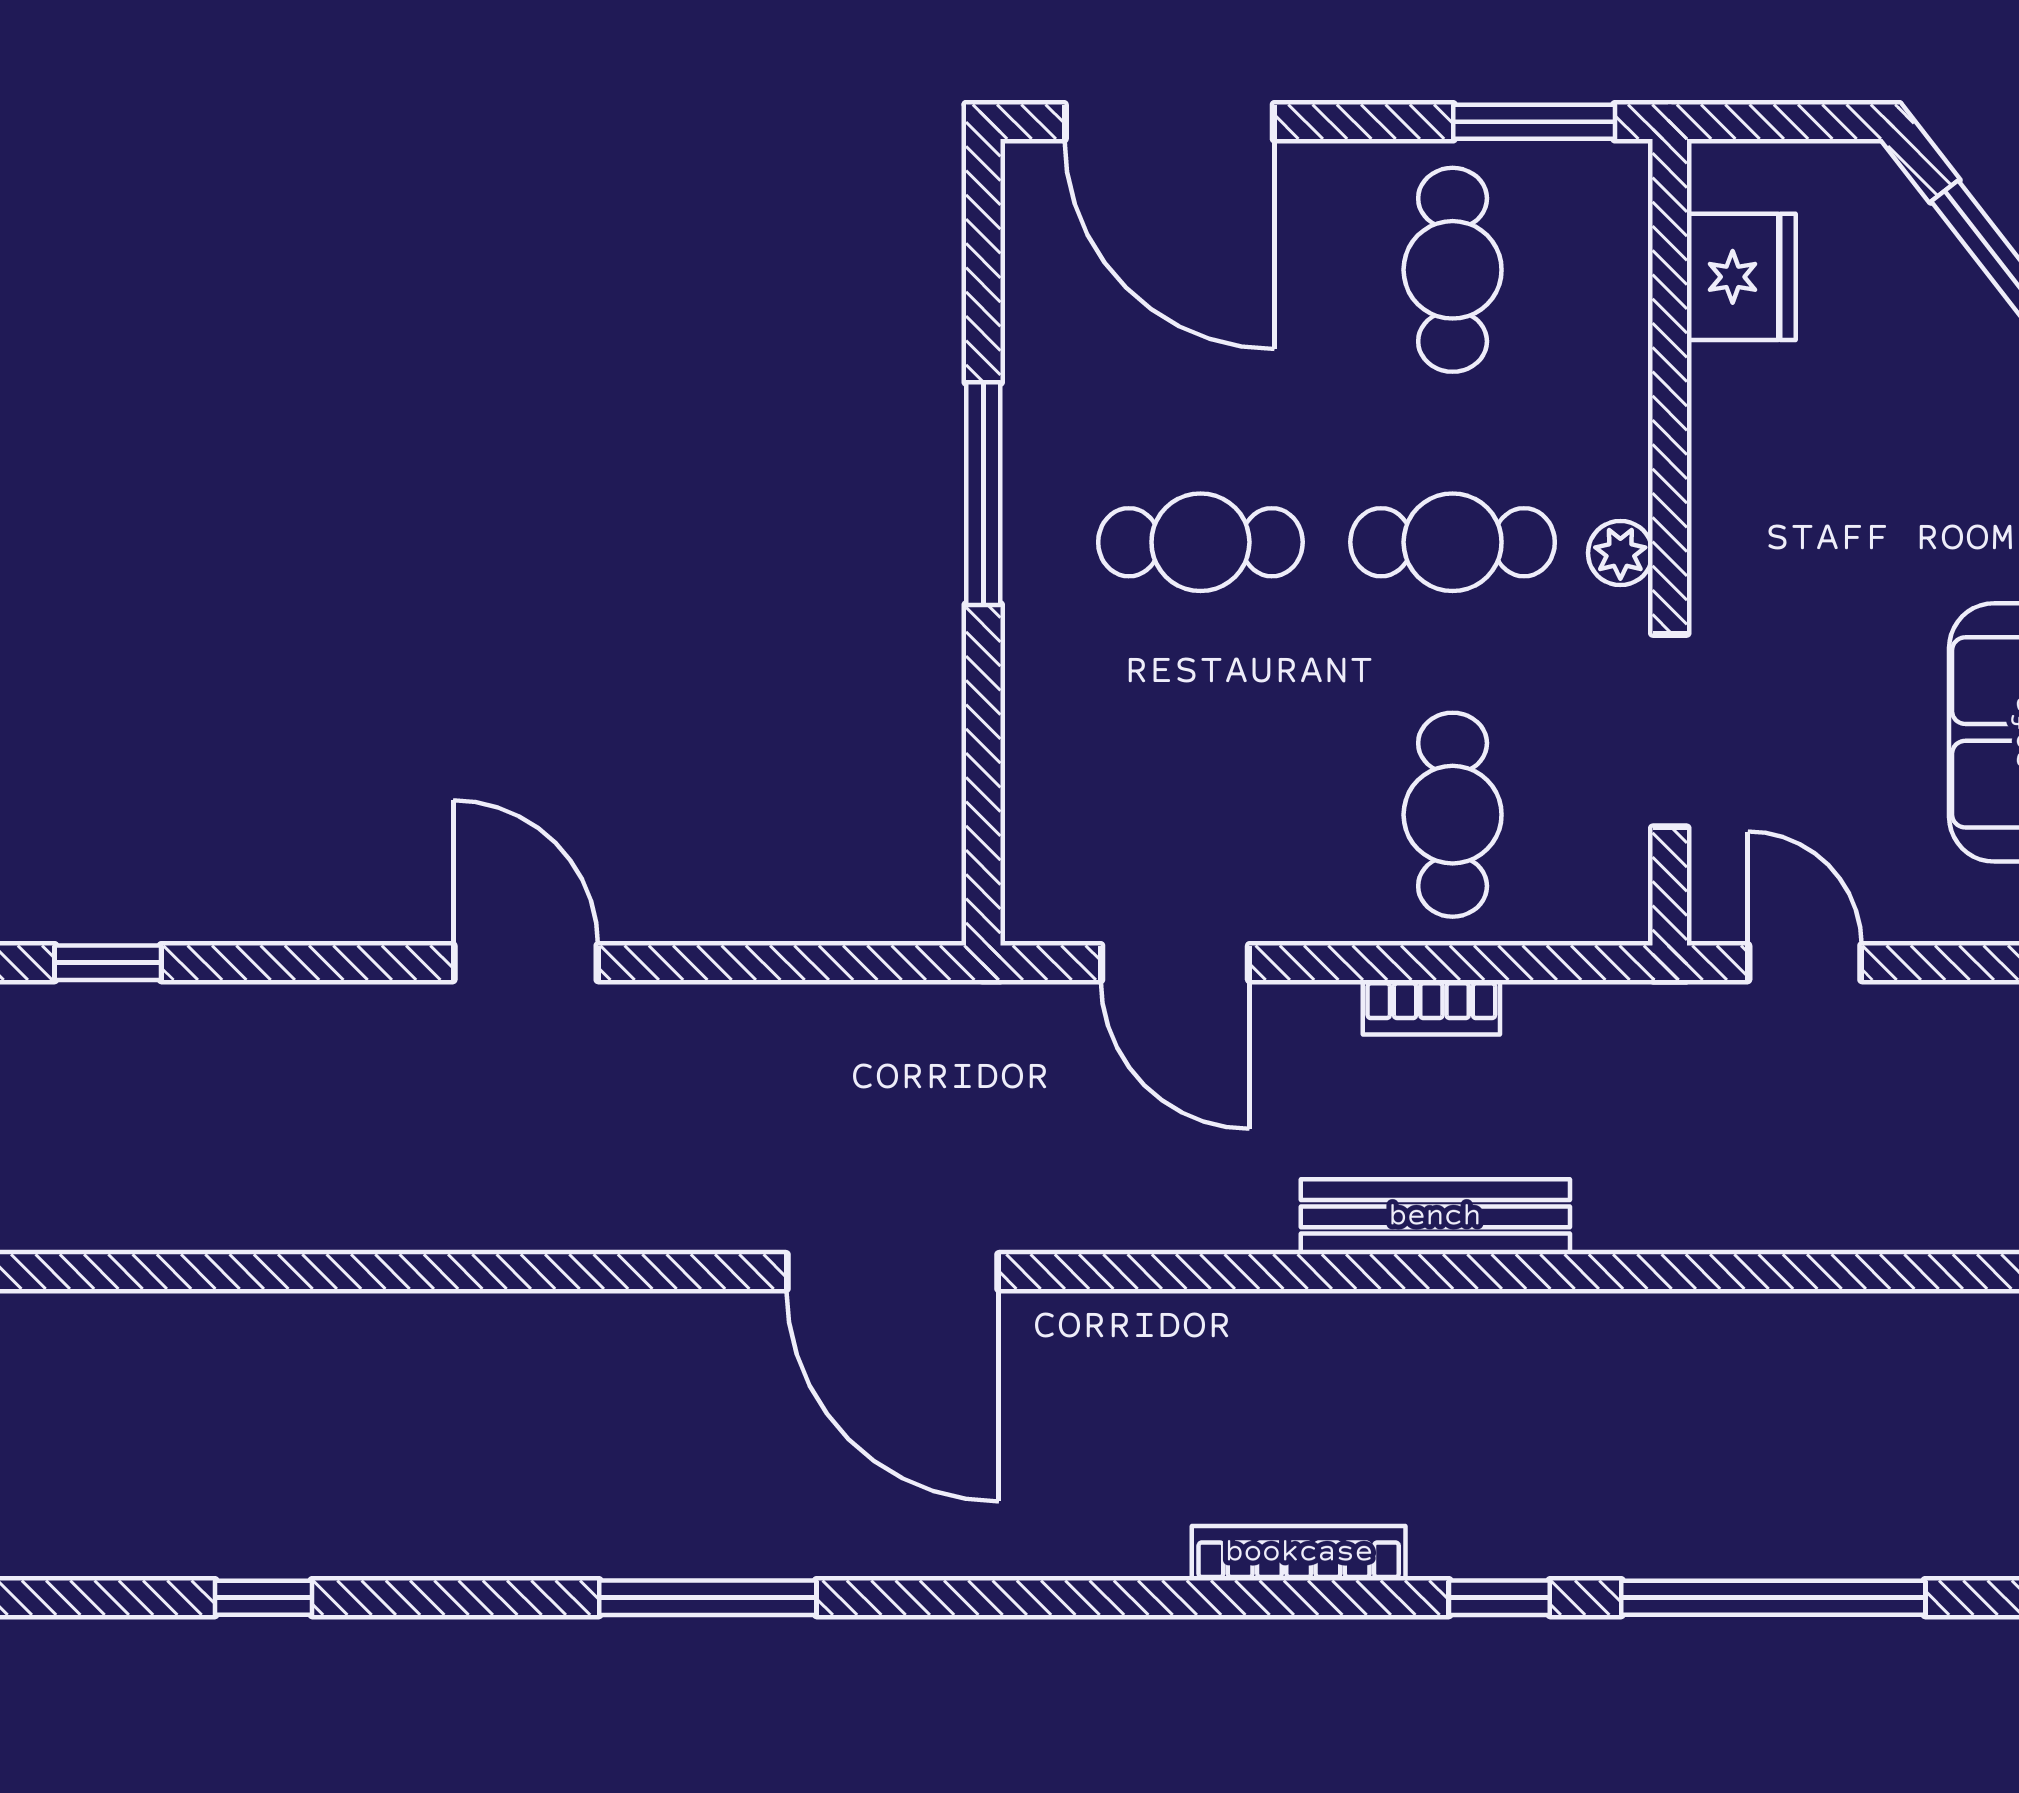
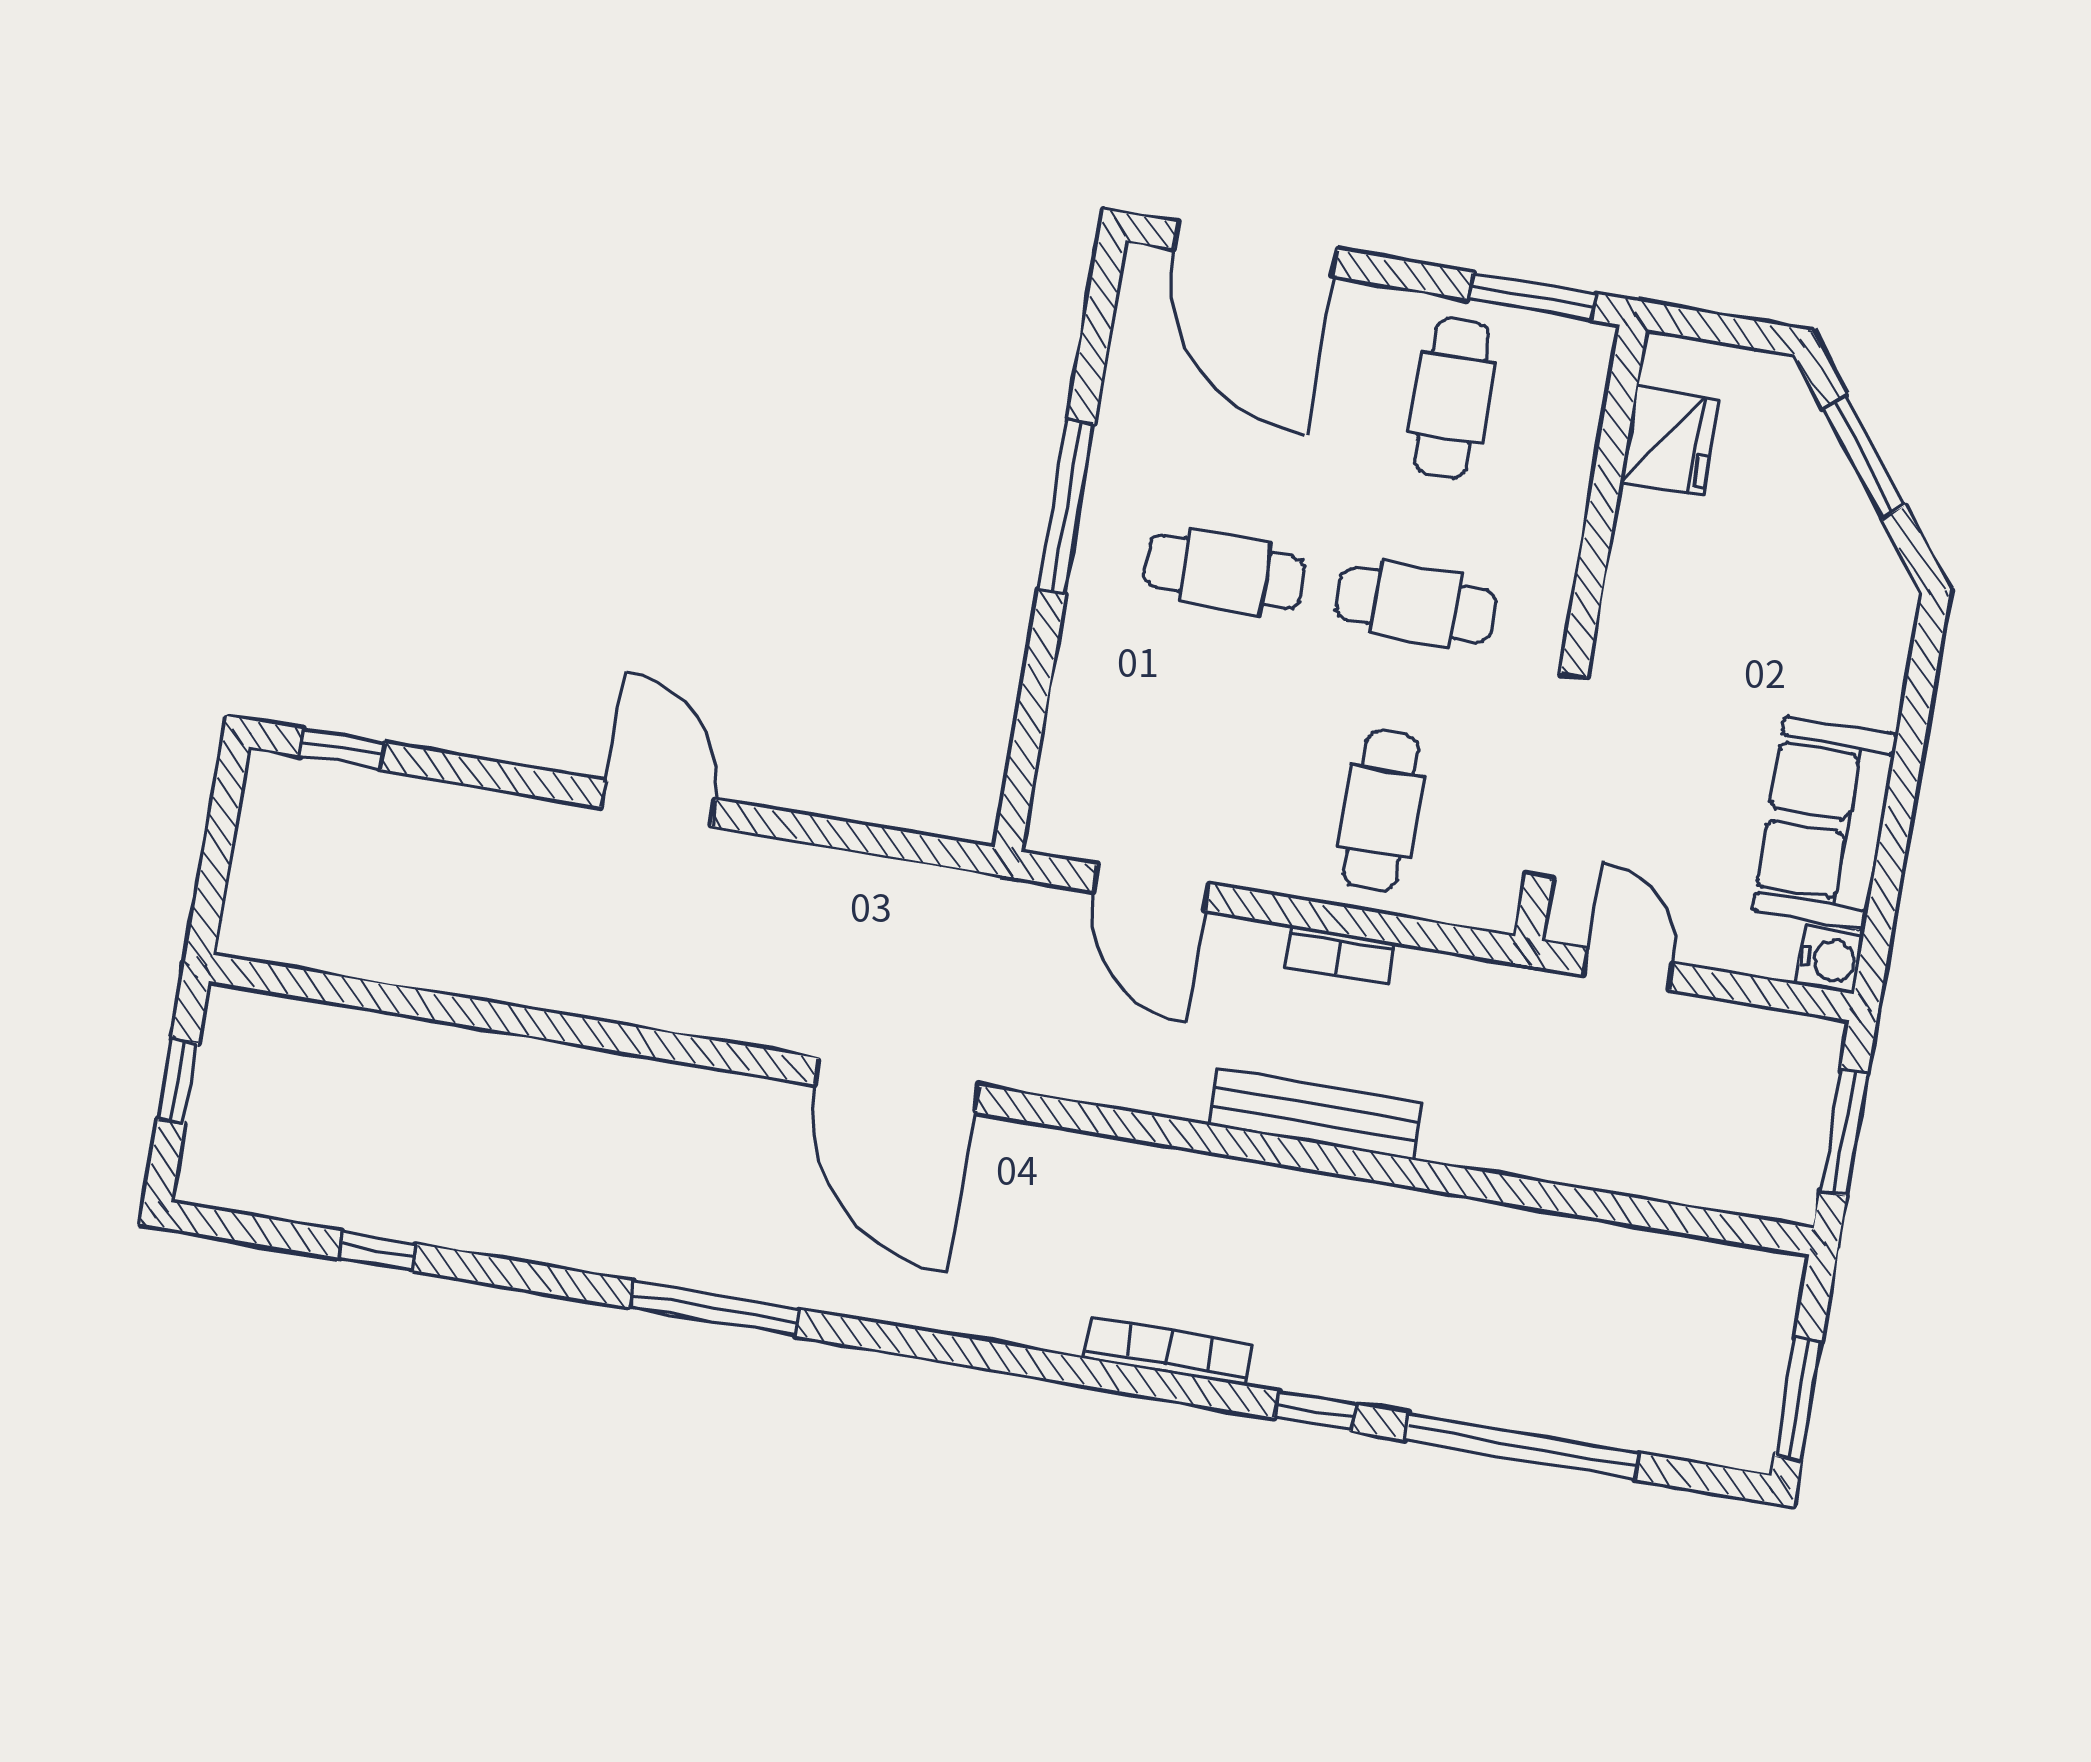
plant: (1620, 553) -> (1542, 635), removed
doorway: (1670, 731) -> (1556, 776), width x1.36

